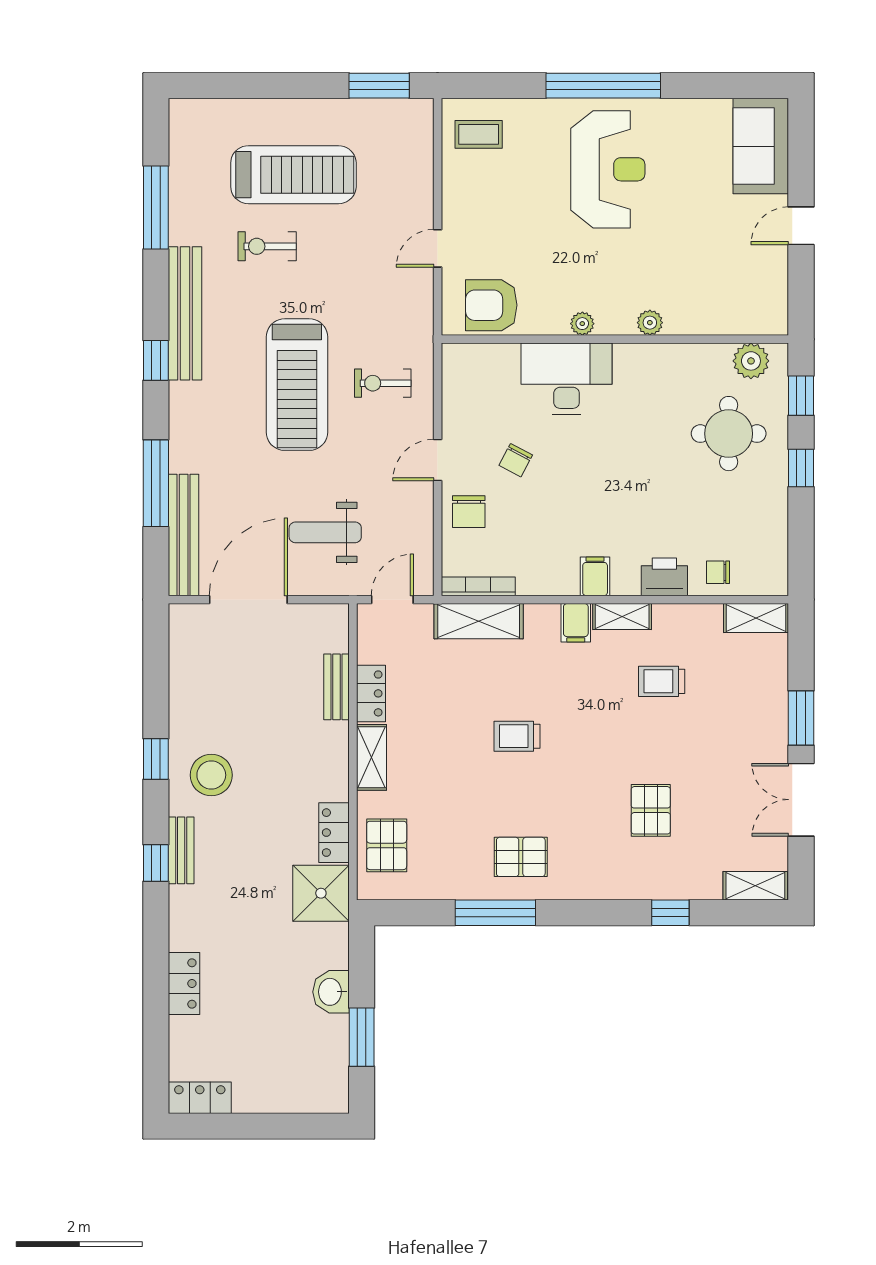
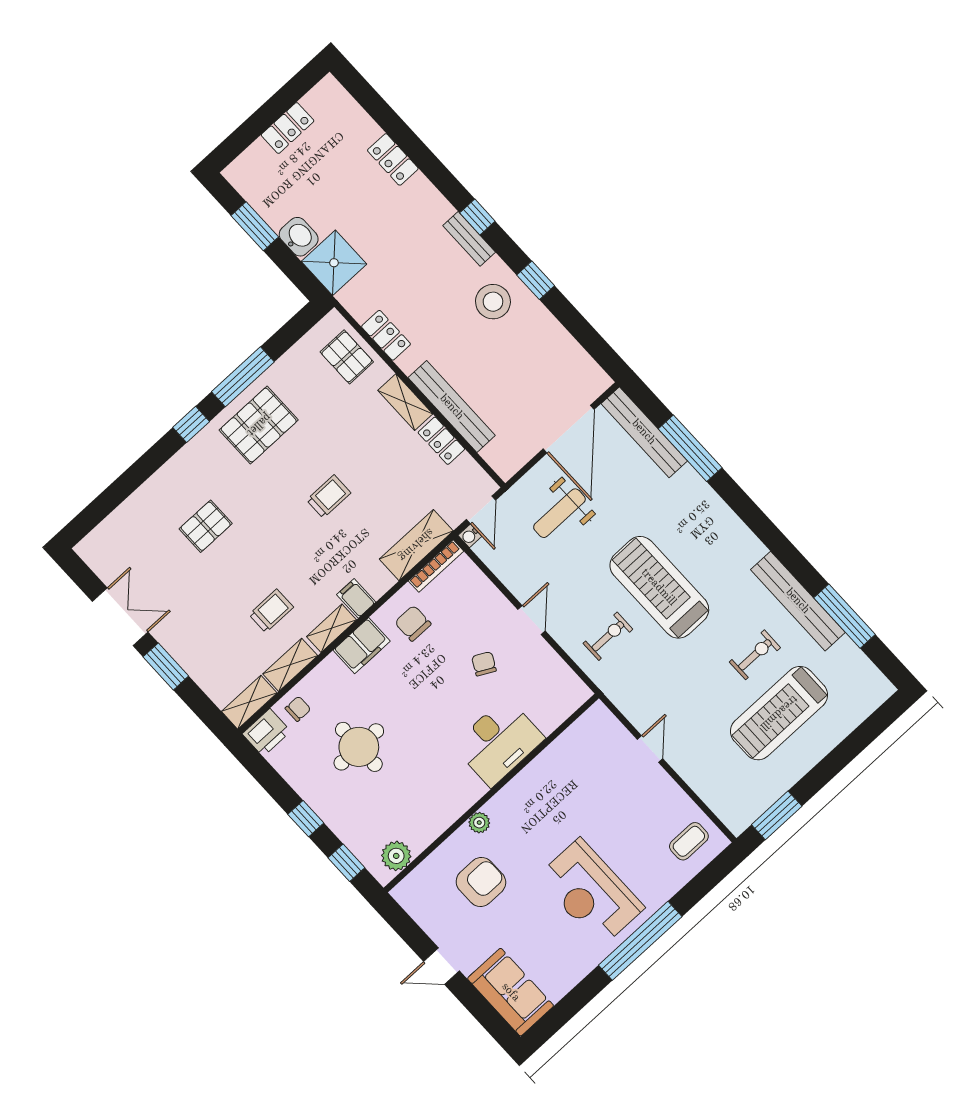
door: (801, 226) -> (441, 966), swing flipped
armchair: (491, 305) -> (481, 882), moved
bench: (185, 313) -> (798, 601), moved
plant: (582, 324) -> (520, 784), removed
window: (156, 360) -> (759, 523), removed
round table: (729, 434) -> (359, 747), moved
chair: (469, 512) -> (413, 623), moved
weight bench: (325, 532) -> (559, 513), turned 180
filing cabinet: (595, 576) -> (362, 646), width x2.00
printer: (664, 577) -> (266, 733), moved
water cooler: (424, 586) -> (470, 536), added
bench: (337, 687) -> (452, 407), width x1.86, depth x1.21
pallet: (651, 810) -> (206, 526), turned 90
pallet: (521, 857) -> (259, 425), width x1.50, depth x1.42
shelving: (755, 886) -> (290, 665), moved
shower: (321, 893) -> (334, 263), moved
window: (670, 913) -> (191, 424), moved
locker: (200, 1098) -> (288, 128), moved

